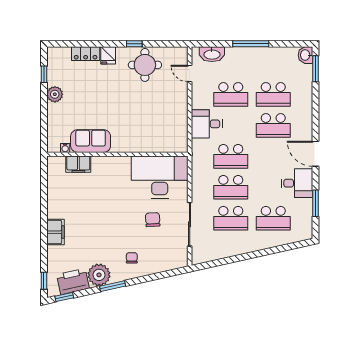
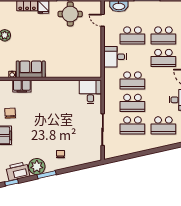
desk: (160, 177) -> (90, 92), width x0.53, depth x0.77
chair: (153, 220) -> (10, 113), moved

